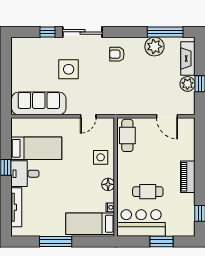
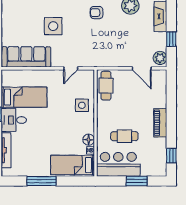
plant: (187, 84) -> (160, 58), moved
floor lamp: (108, 184) -> (89, 140), moved

